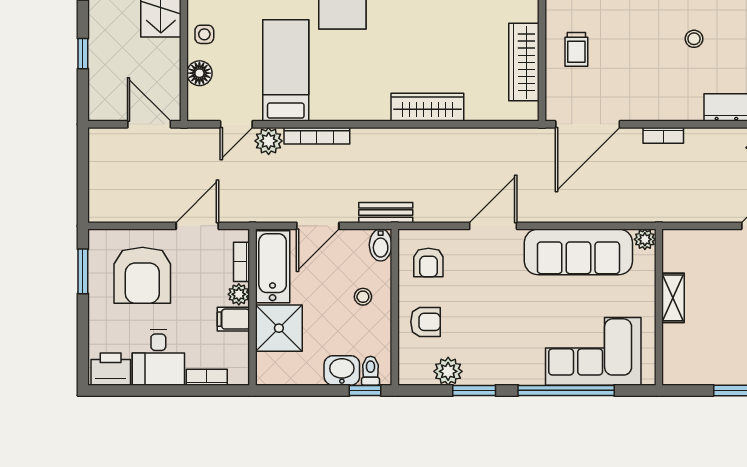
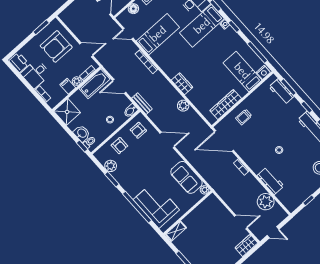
wardrobe: (427, 107) -> (182, 84), width x0.67
plant: (269, 141) -> (183, 106), moved
sofa: (578, 252) -> (187, 177), width x0.73
shelving: (673, 298) -> (176, 231), moved
shower: (279, 328) -> (67, 112), moved

